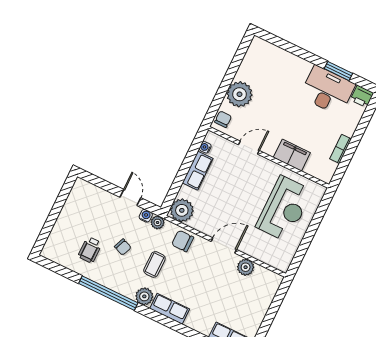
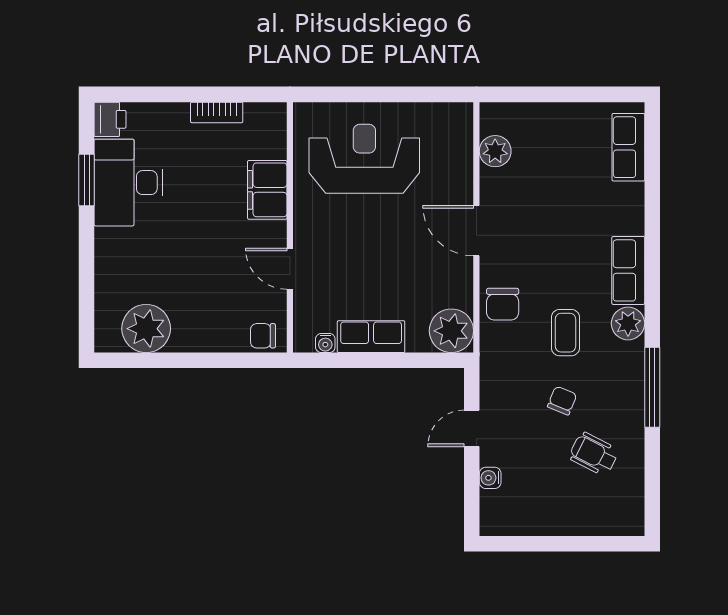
plant: (240, 94) -> (146, 329), moved
water cooler: (146, 216) -> (490, 478), moved
plant: (158, 222) -> (492, 362), removed
wheelchair: (90, 250) -> (594, 454), turned -153
coffee table: (154, 264) -> (565, 333), turned 90
plant: (246, 267) -> (495, 151), moved
window: (108, 293) -> (652, 387), width x0.68

